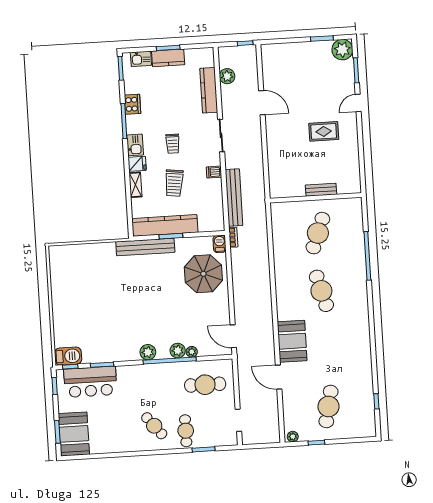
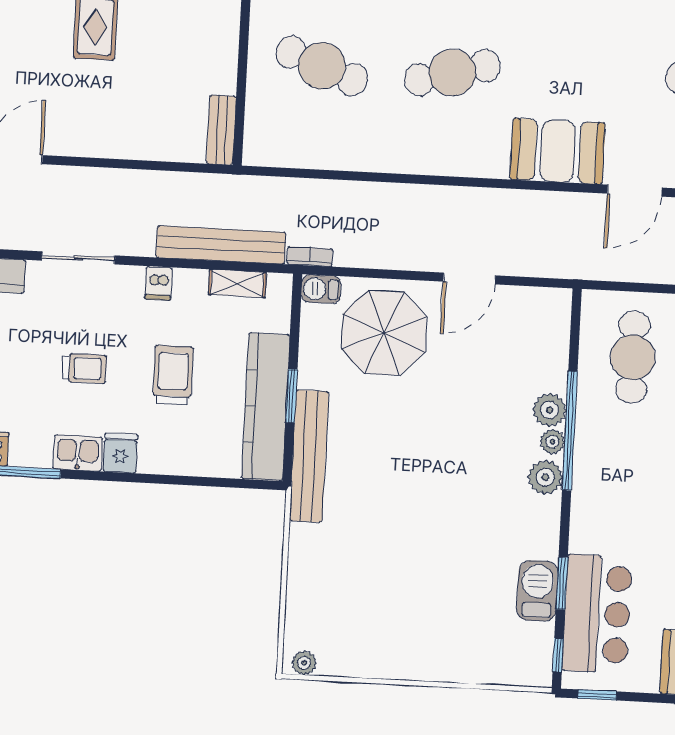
trolley: (174, 183) -> (173, 375), turned -97
shelving: (135, 185) -> (237, 284), moved
bench: (321, 190) -> (221, 130), moved
plant: (54, 255) -> (304, 663), added
door: (233, 336) -> (469, 278), moved
plant: (192, 352) -> (552, 442), moved
barbecue: (68, 356) -> (537, 591), moved

